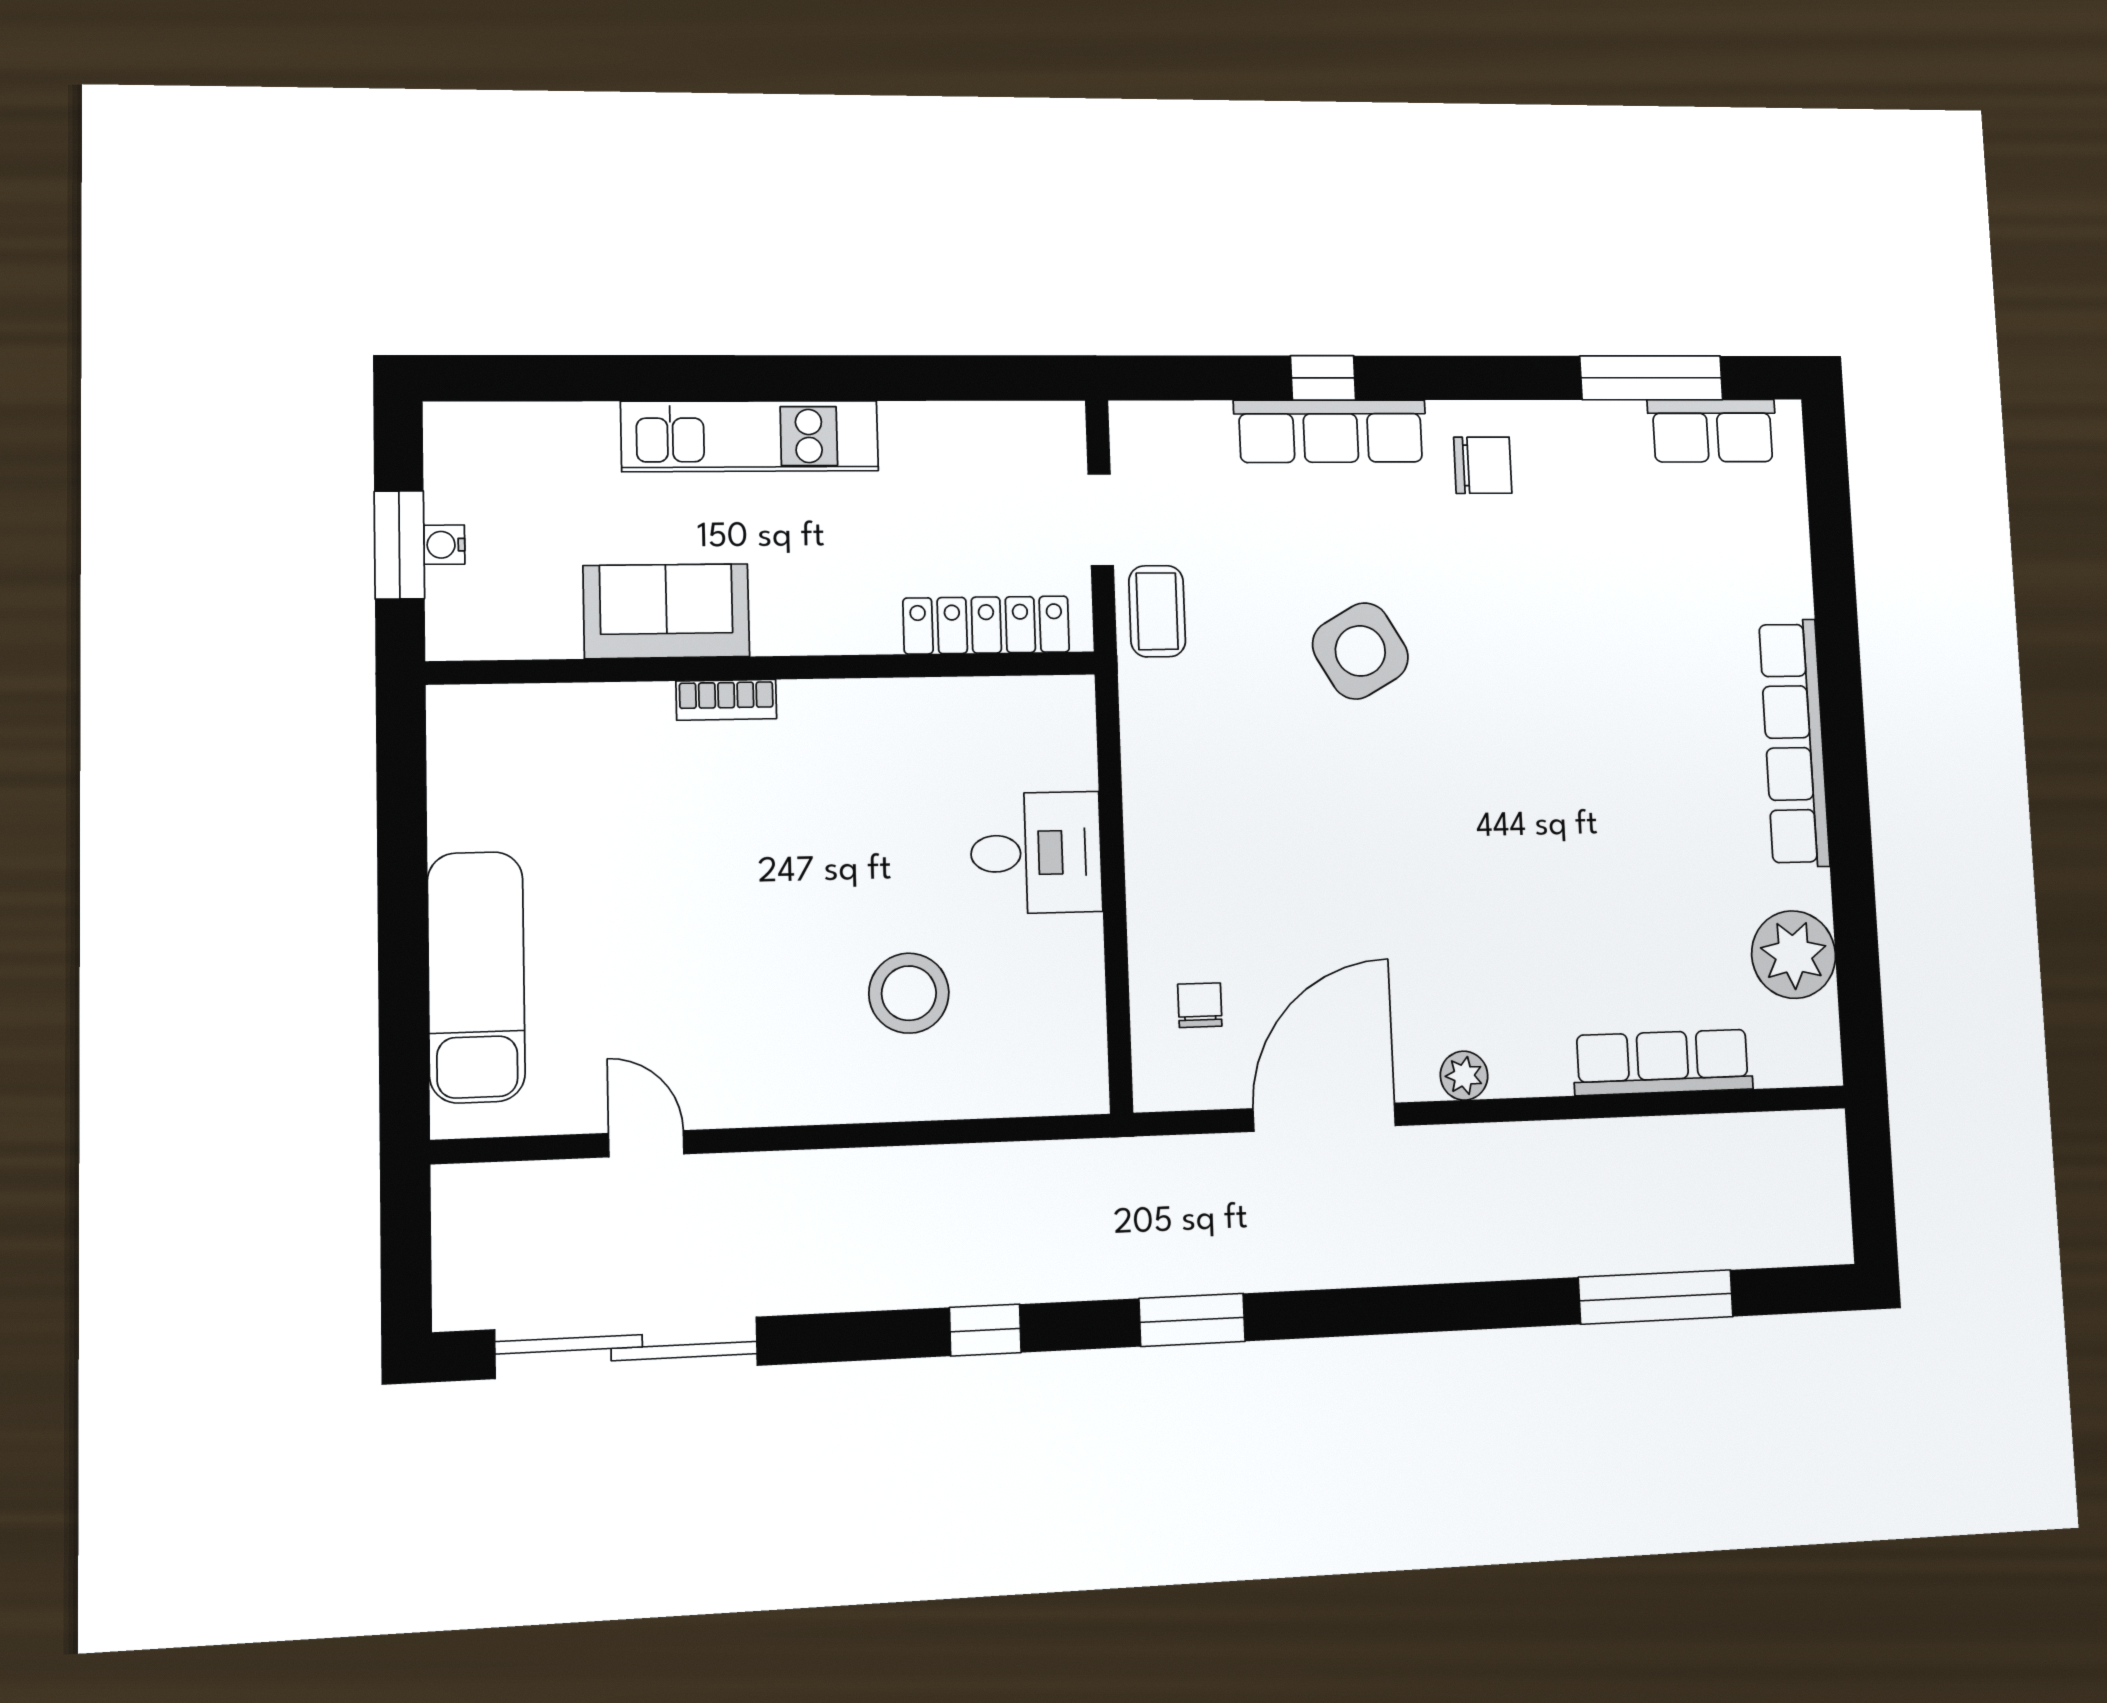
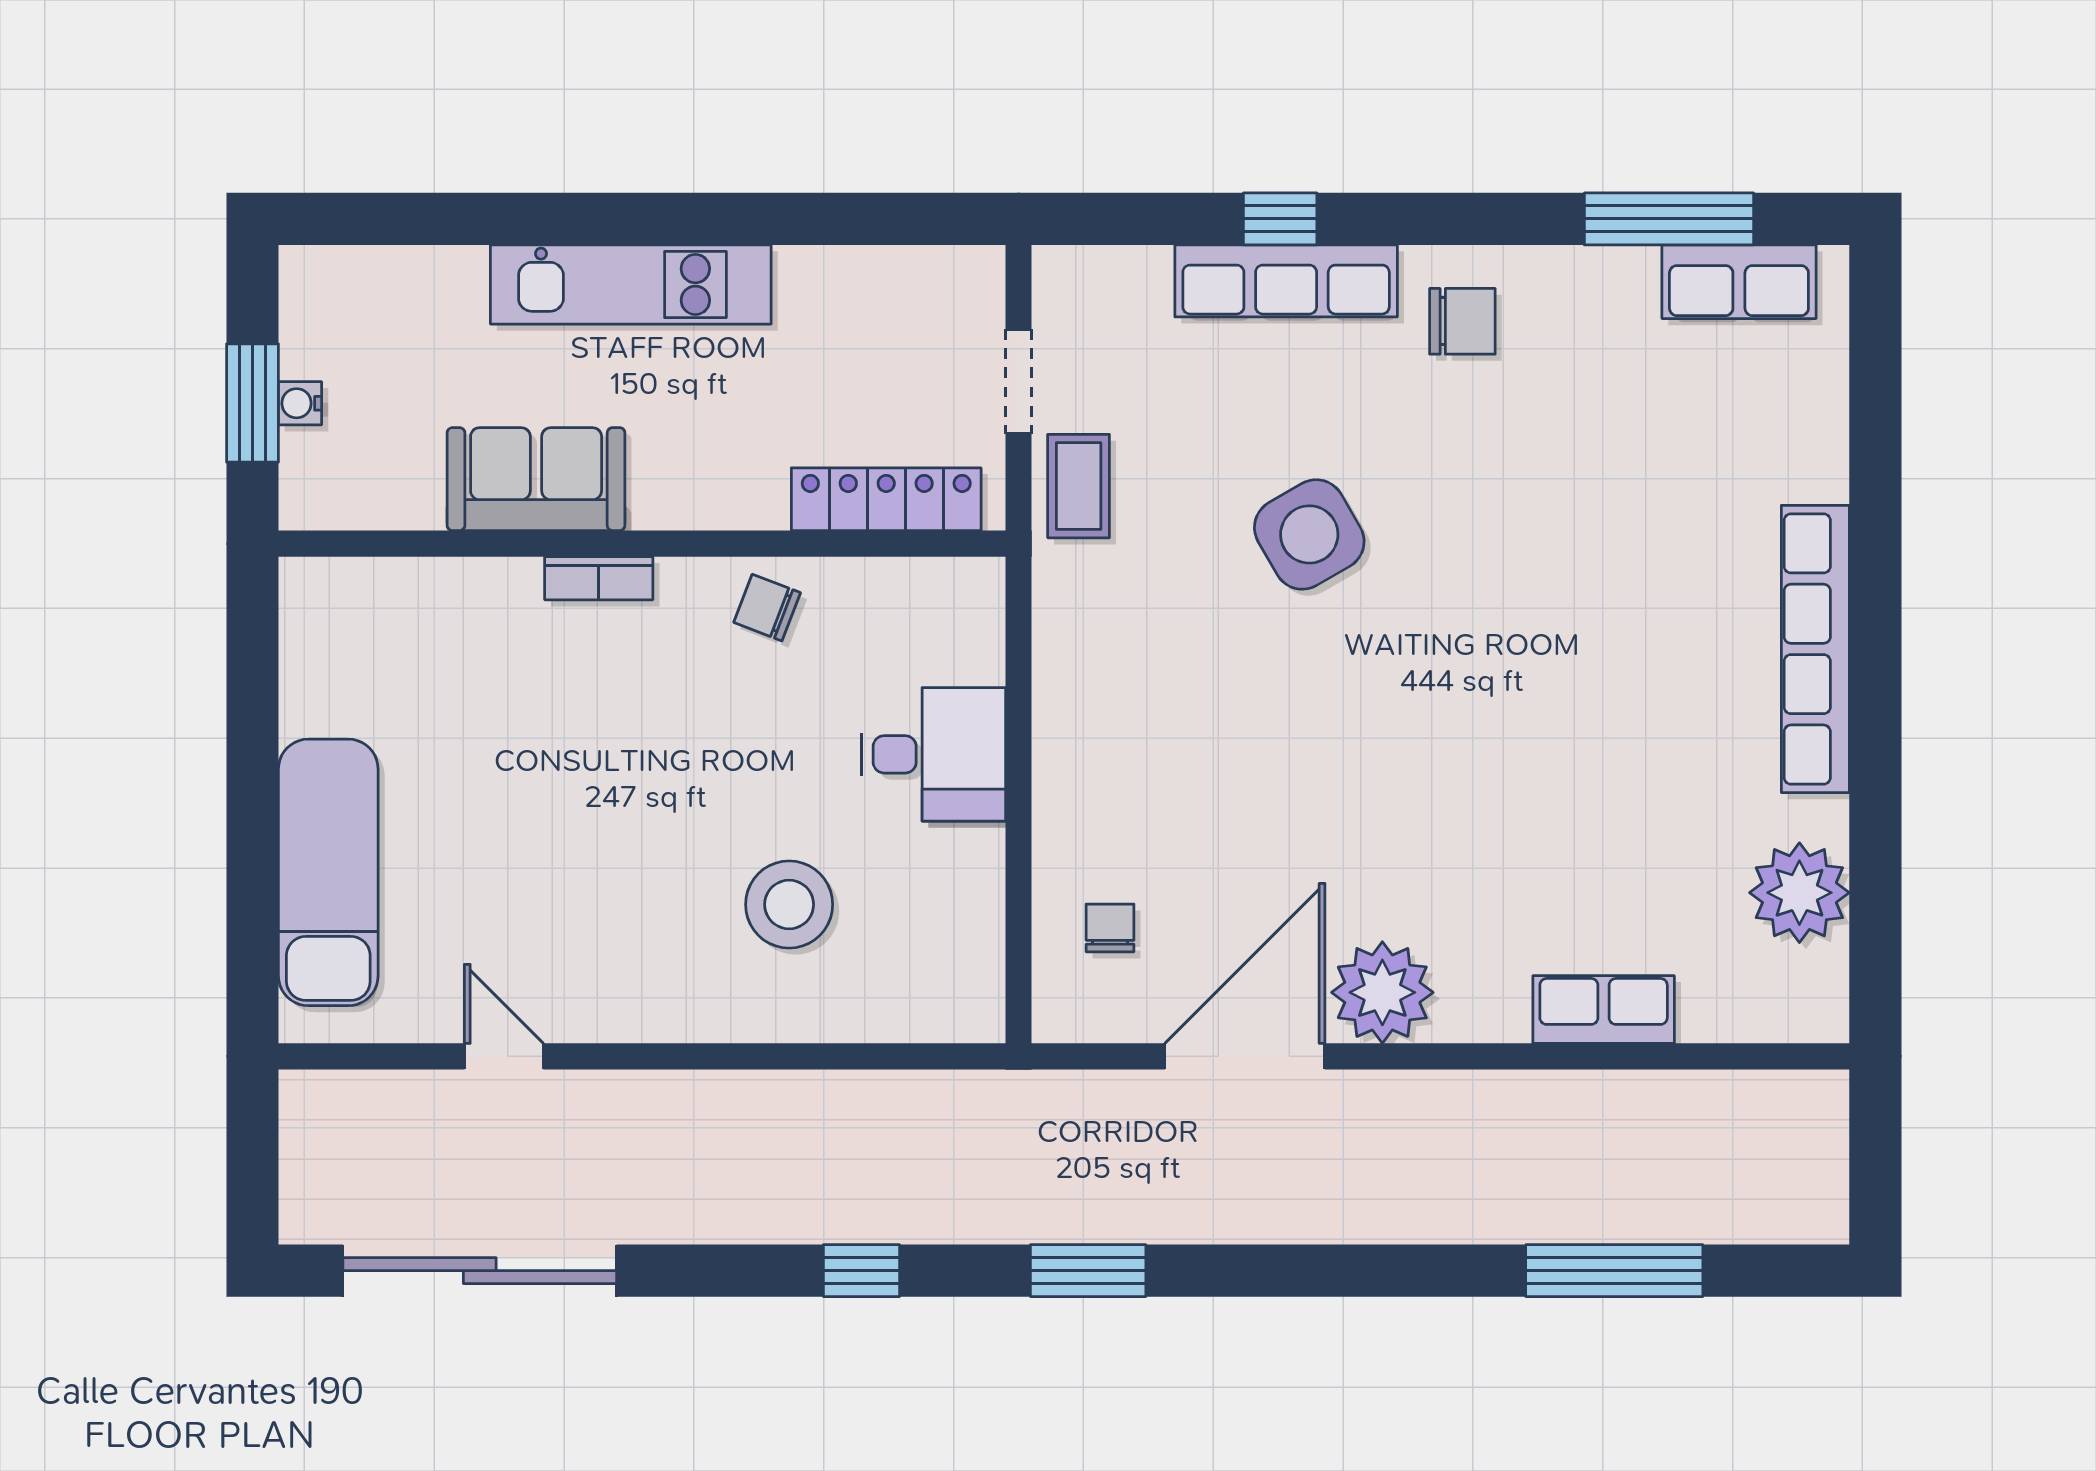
chair: (881, 724) -> (767, 608), added
row of seats: (1663, 1062) -> (1604, 1010), width x0.68
plant: (1464, 1076) -> (1382, 992), width x1.88, depth x1.88

